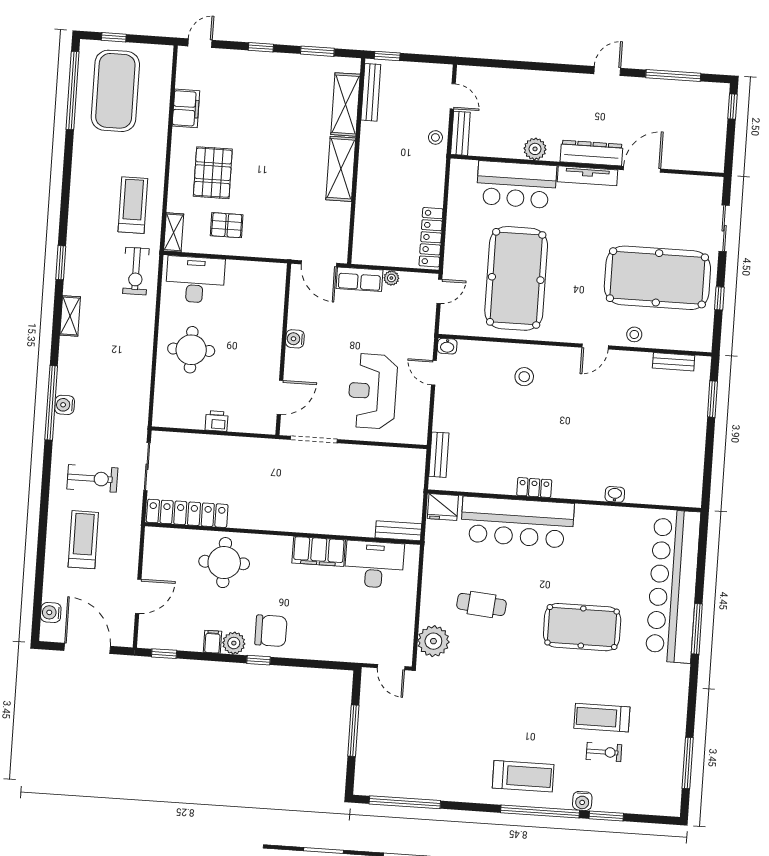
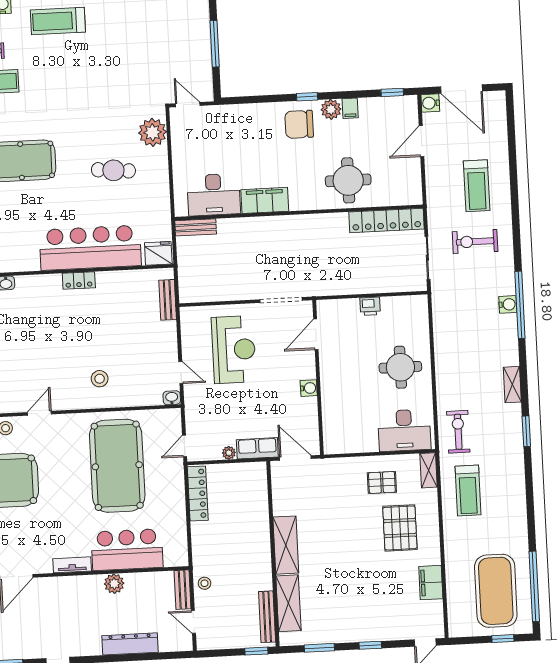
dresser: (591, 153) -> (130, 644), moved, turned 180
tv unit: (587, 176) -> (72, 565), width x0.71
water cooler: (51, 613) -> (430, 103), moved, turned 180

